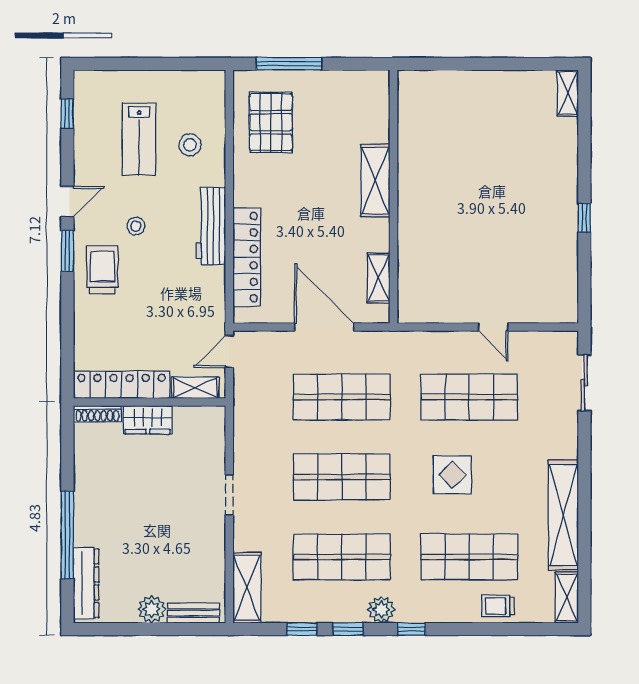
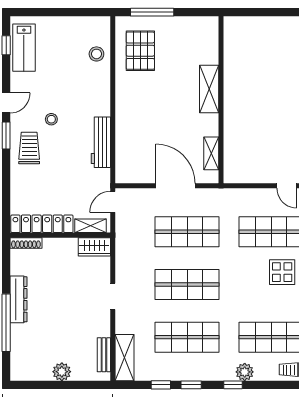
lab bench: (139, 139) -> (24, 48), moved
stool: (190, 145) -> (96, 54), moved
workbench: (211, 226) -> (101, 142), moved
locker: (247, 257) -> (124, 140), removed
wardrobe: (148, 420) -> (94, 247), moved
display table: (452, 475) -> (282, 272), moved
dresser: (86, 583) -> (19, 299), moved
plant: (381, 610) -> (245, 372), moved
bench: (193, 613) -> (104, 355), moved, turned 90

